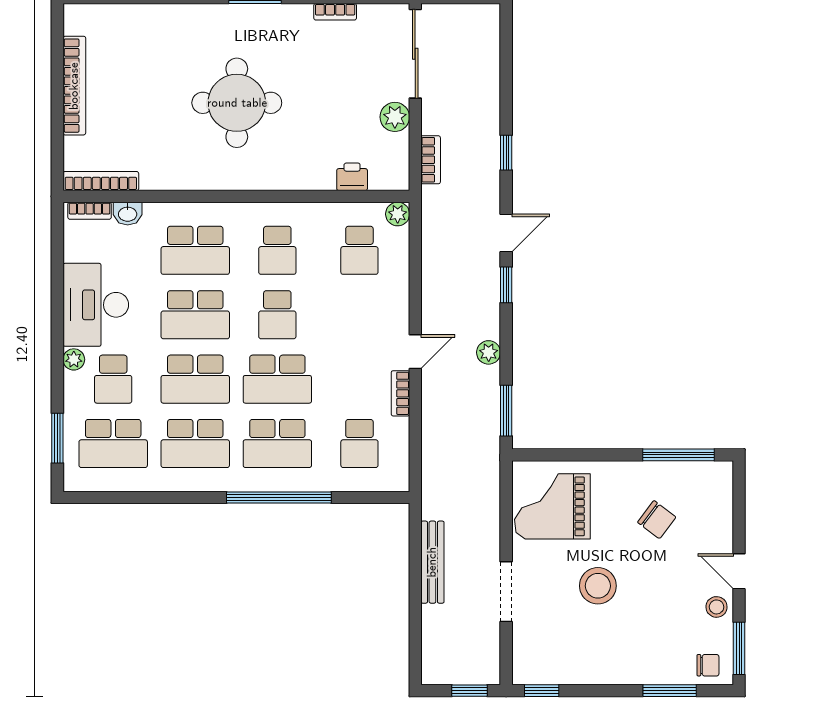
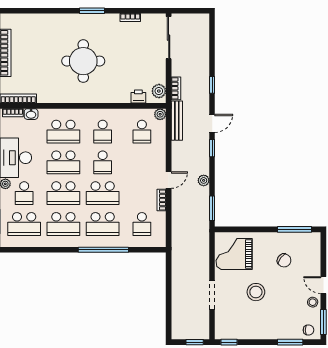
plant: (395, 117) -> (159, 91), moved
bench: (432, 562) -> (177, 121), moved

